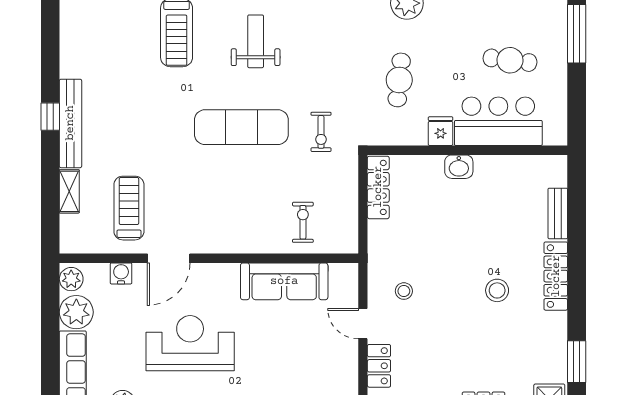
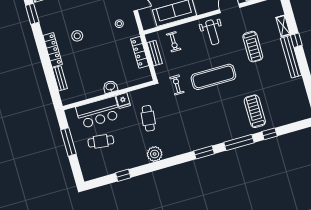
window: (577, 34) -> (68, 142), moved
weight bench: (256, 41) -> (212, 32), moved
window: (50, 117) -> (296, 40), moved
locker: (378, 187) -> (140, 52), moved
treadmill: (129, 208) -> (253, 47), moved
bench: (348, 210) -> (155, 53), added

